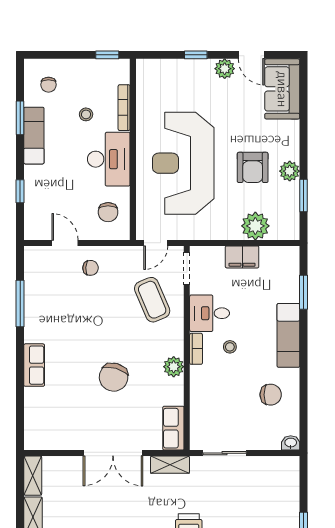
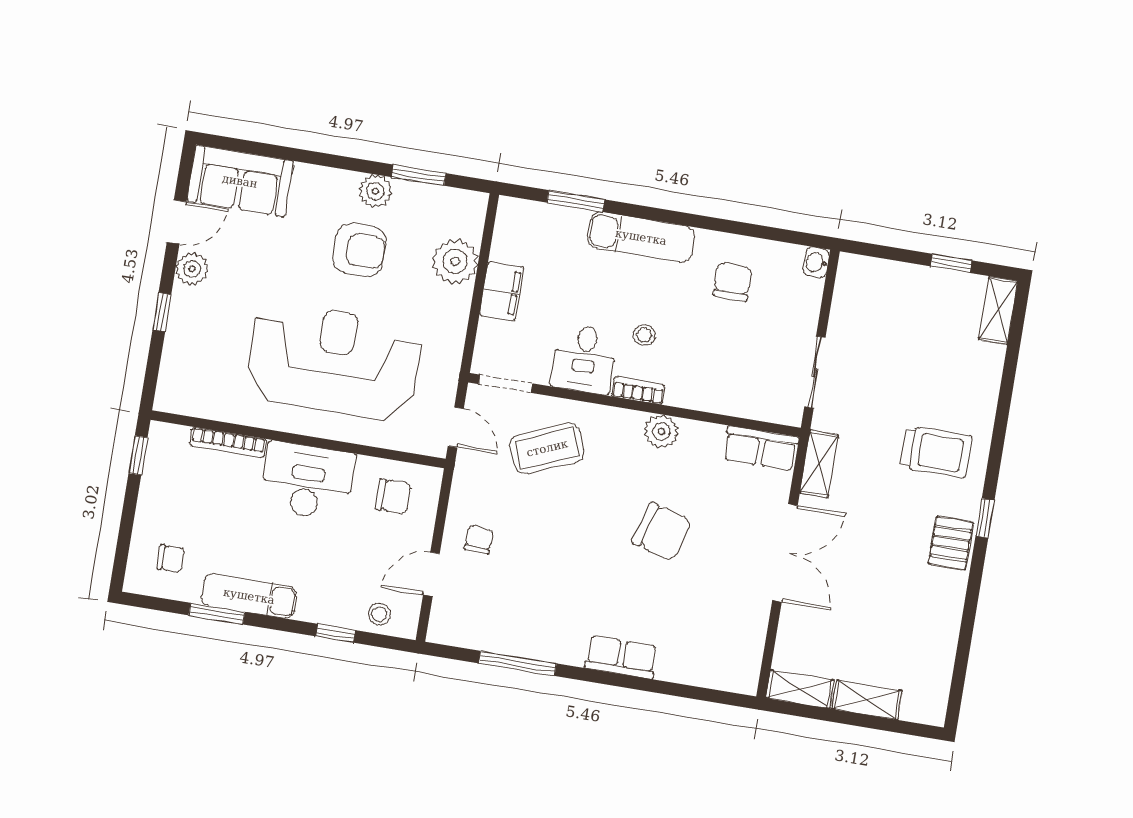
stool: (86, 114) -> (379, 614), moved
reception desk: (183, 163) -> (334, 361), turned 180

